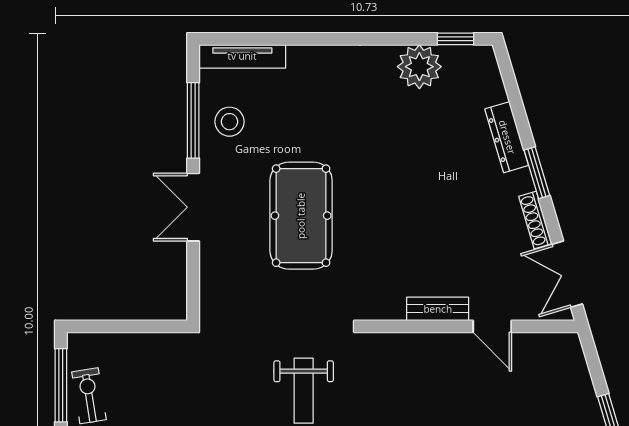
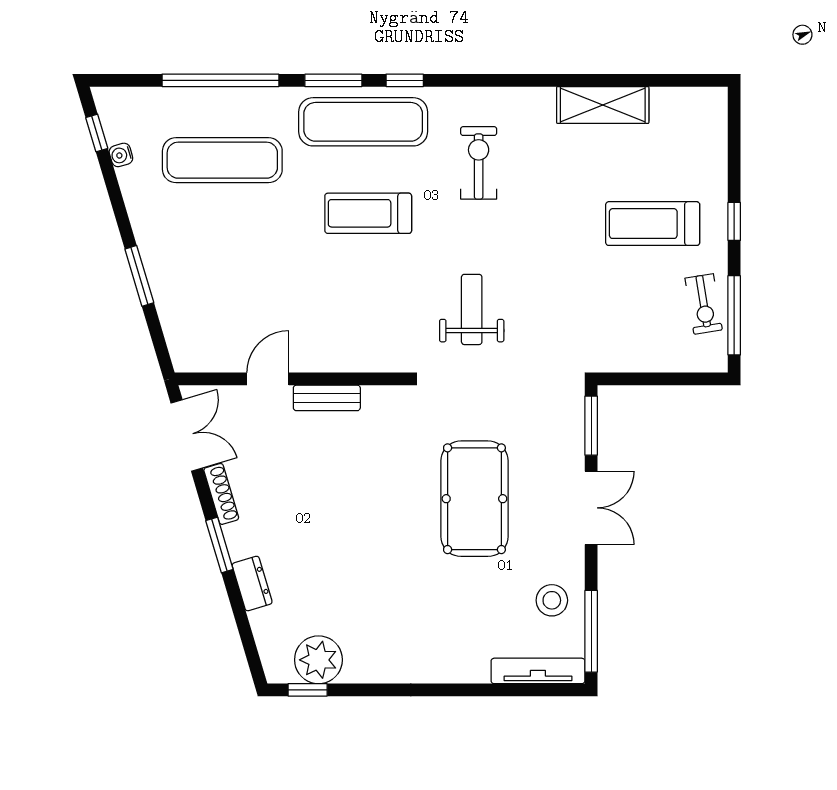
plant: (419, 67) -> (318, 660), moved
window: (193, 120) -> (591, 631), moved
dresser: (507, 137) -> (252, 584), width x0.70
window: (193, 283) -> (591, 426), added
door: (492, 326) -> (268, 379), hinge flipped

